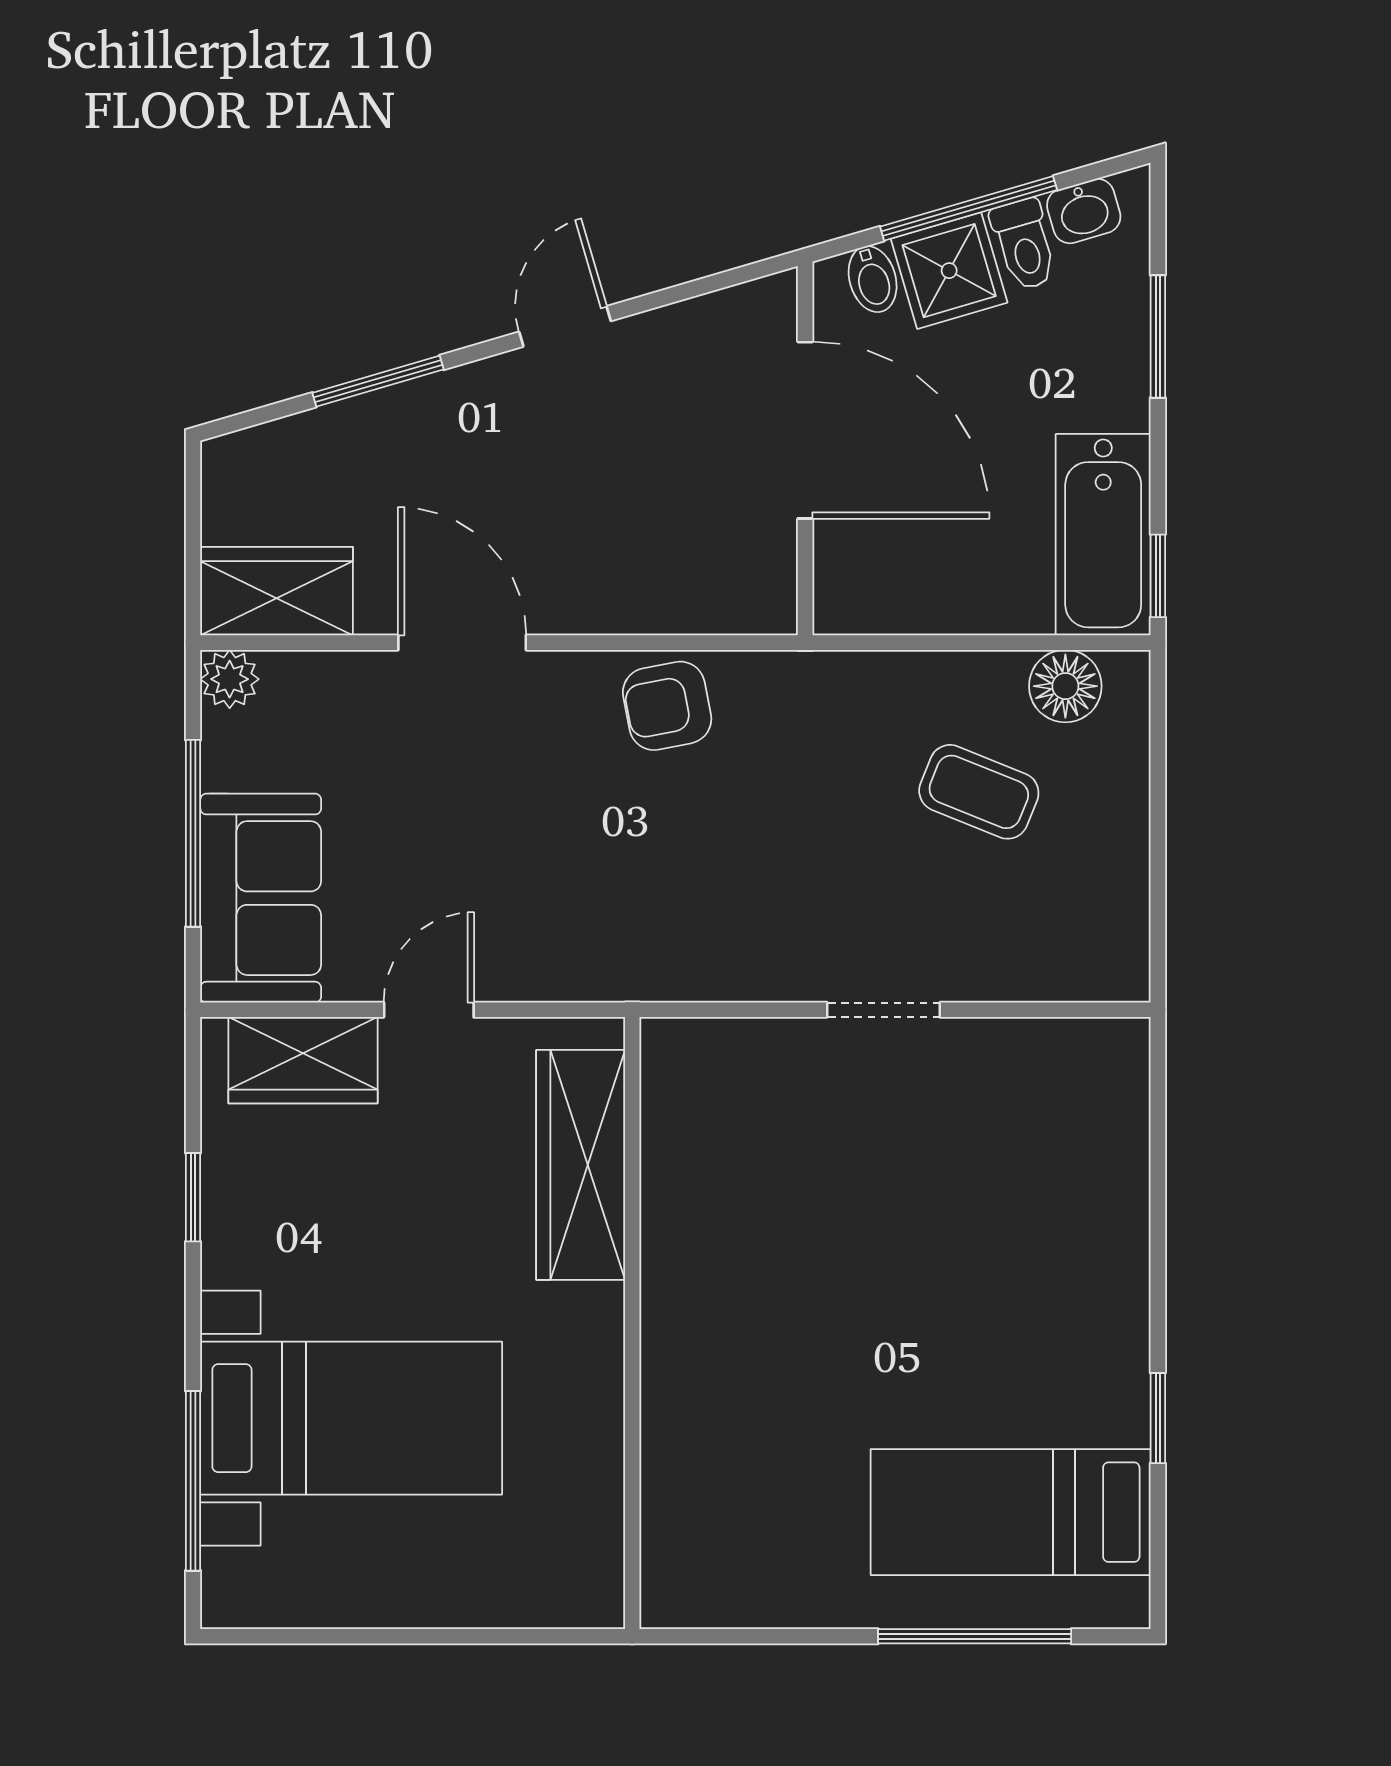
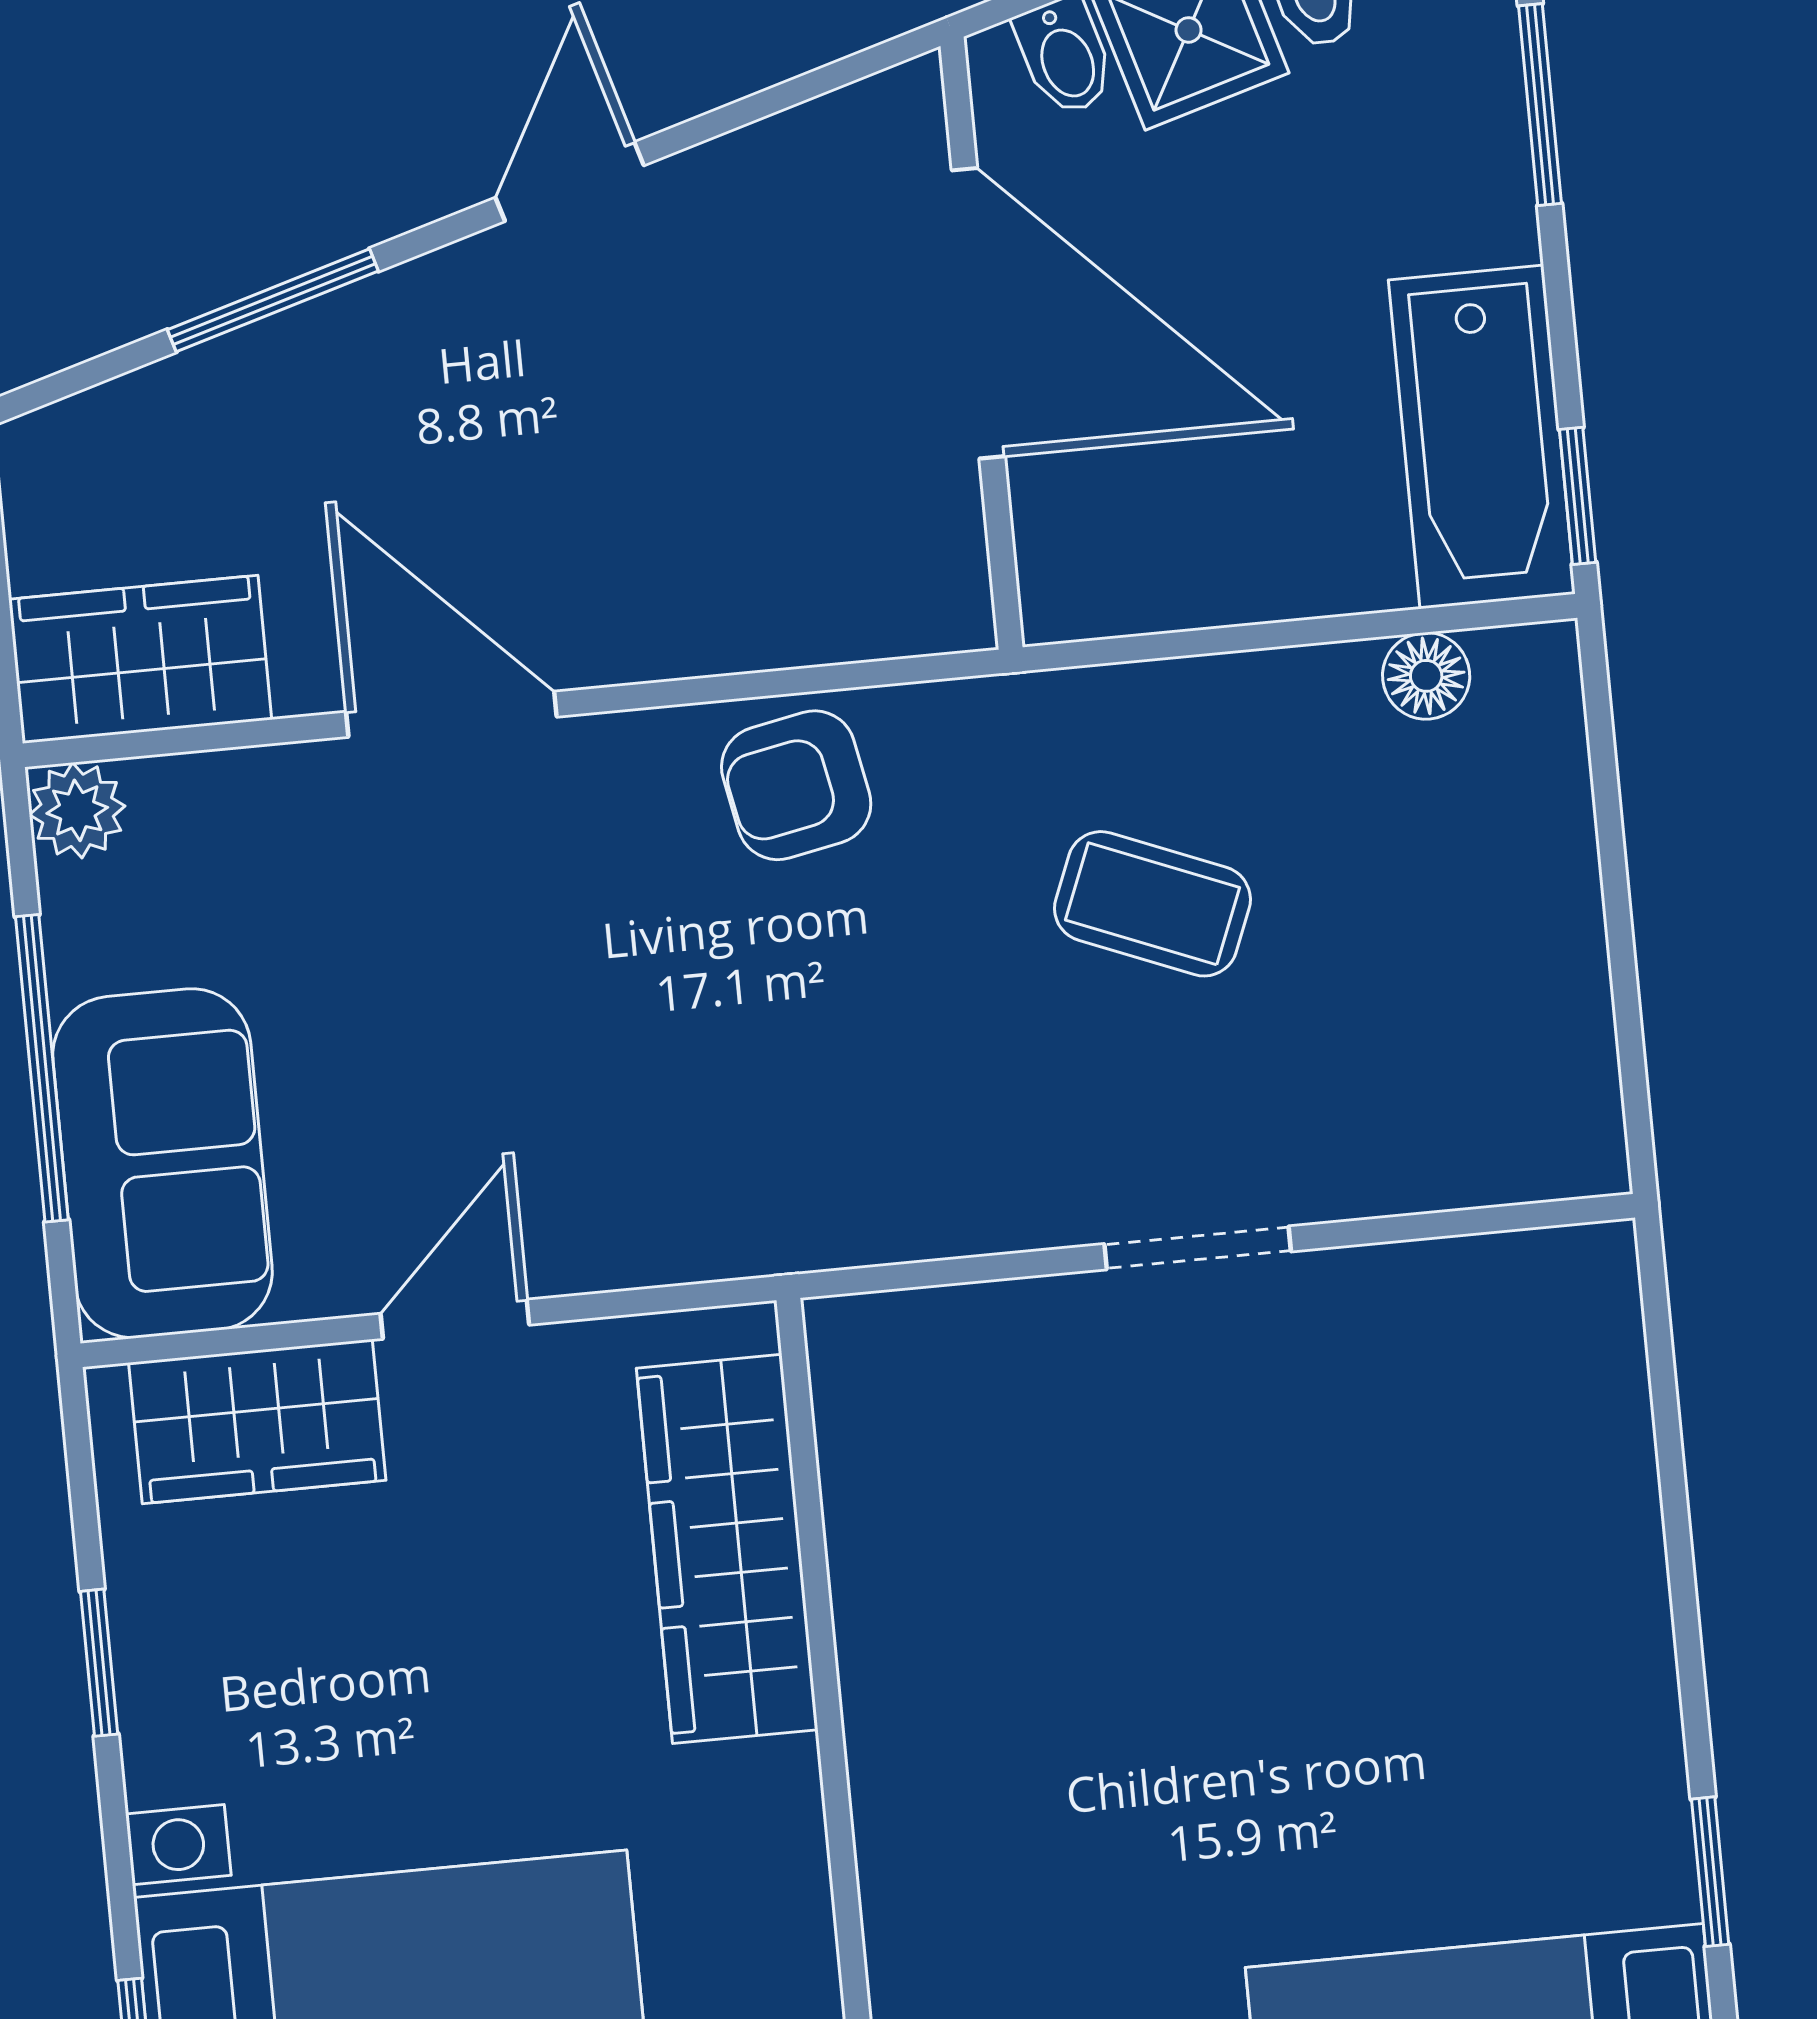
floor lamp: (1065, 686) -> (1426, 676), width x0.73, depth x0.73
coffee table: (979, 792) -> (1152, 904), moved

